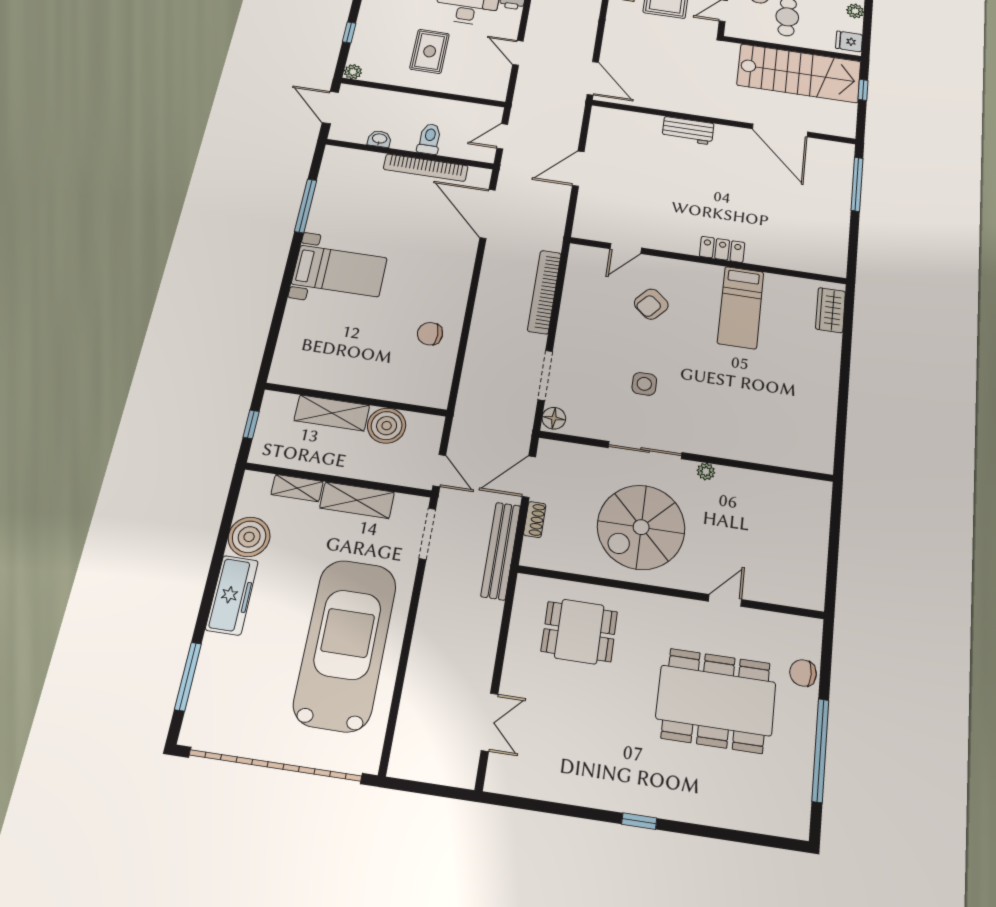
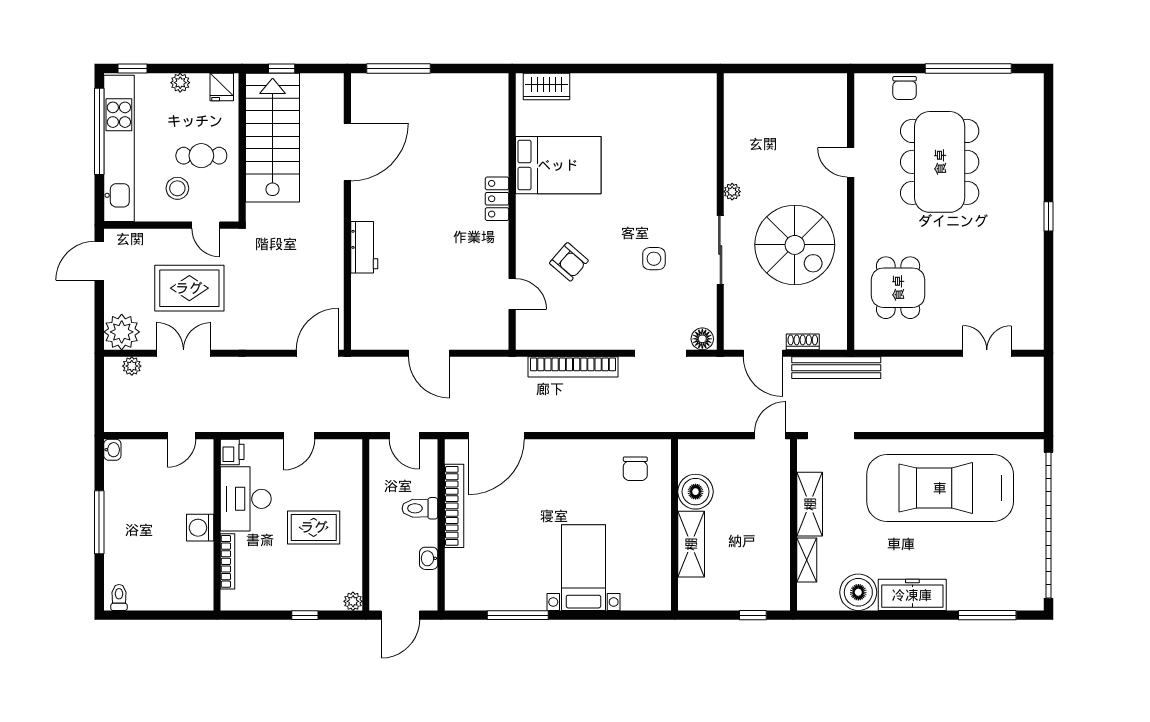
bed: (741, 307) -> (558, 165), width x1.50
wall: (356, 400) -> (674, 525), moved
shelving: (332, 413) -> (691, 544), moved
boiler: (387, 426) -> (696, 492), moved

